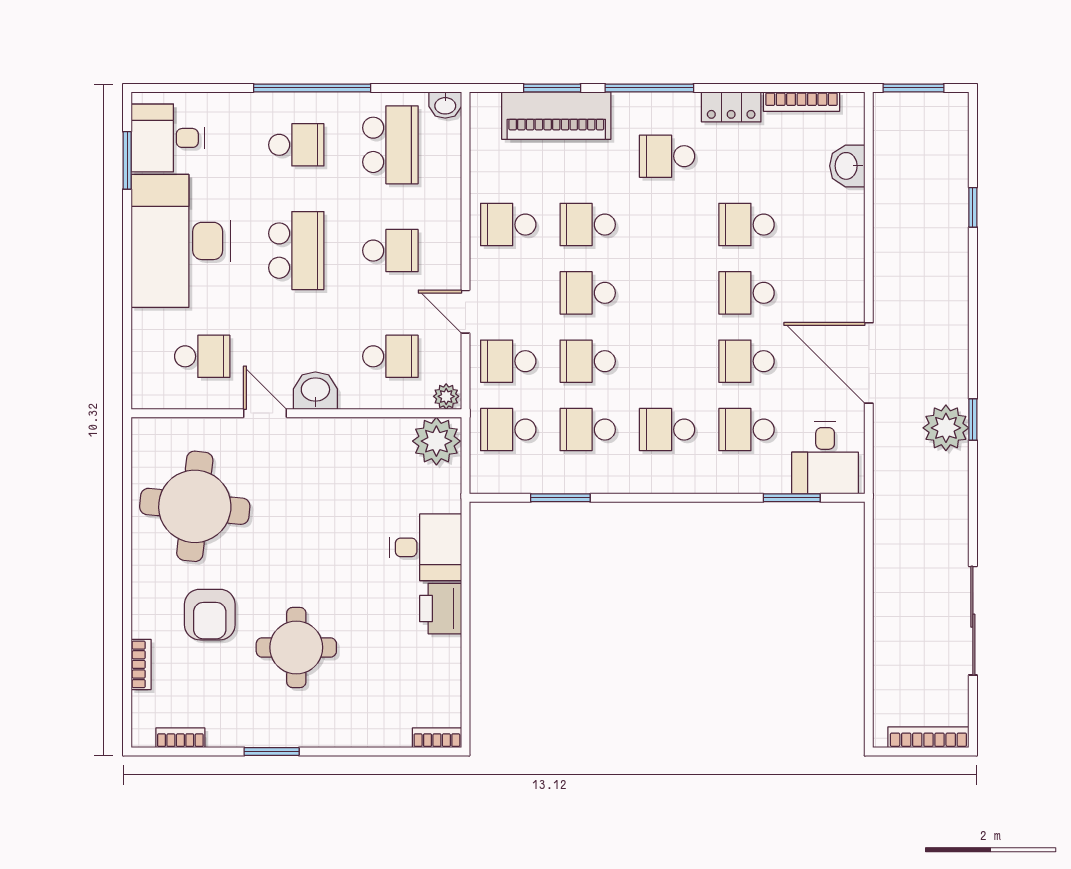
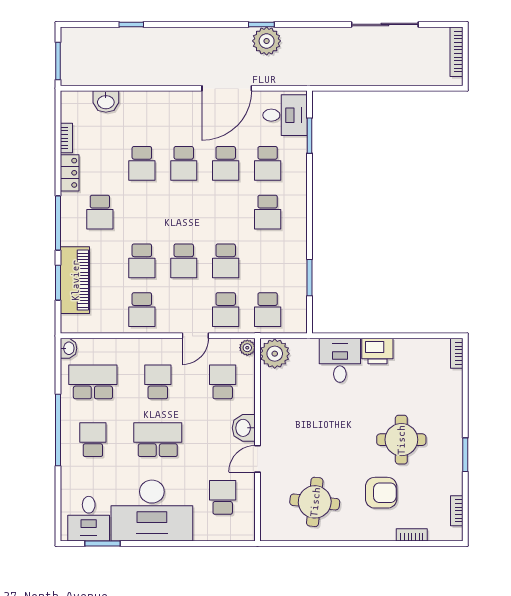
bookcase: (802, 102) -> (66, 138), width x0.64
school desk: (588, 430) -> (268, 261), removed
round table: (195, 506) -> (315, 502), width x0.73, depth x0.73

